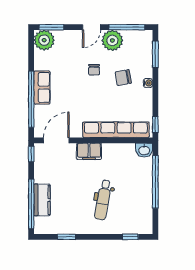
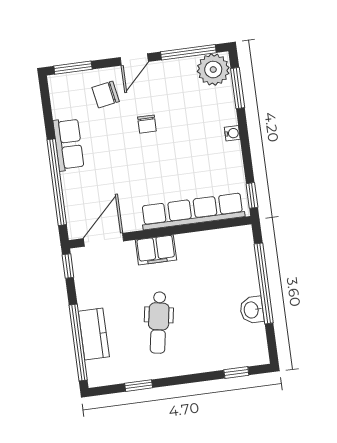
plant: (44, 40) -> (64, 89), removed
plant: (112, 40) -> (213, 70), moved
chair: (123, 78) -> (106, 94), moved
row of seats: (42, 88) -> (68, 144), moved
washbasin: (144, 150) -> (252, 310), moved, turned 90
dental chair: (103, 200) -> (159, 323), moved

